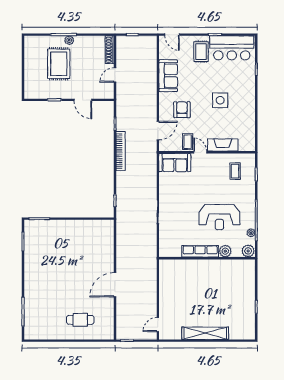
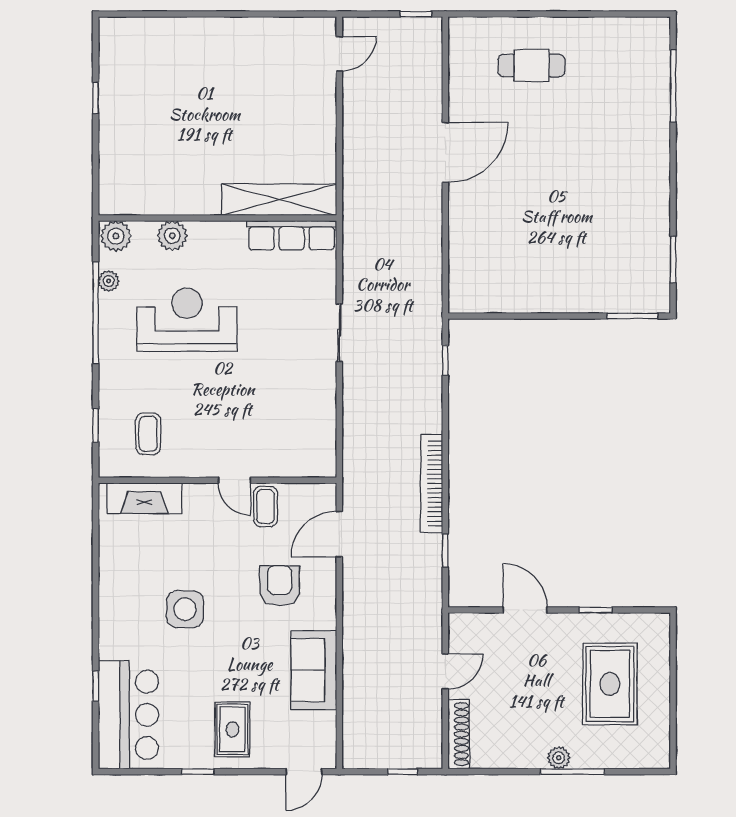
door: (172, 35) -> (304, 772), swing flipped
bar counter: (232, 48) -> (128, 715), moved, turned 90
rug: (59, 64) -> (610, 684), moved
armchair: (182, 110) -> (280, 586), turned 180
fireplace: (223, 145) -> (144, 498), moved
sofa: (175, 163) -> (297, 455), removed
row of seats: (200, 251) -> (292, 235), moved
shelving: (205, 333) -> (279, 200), moved

